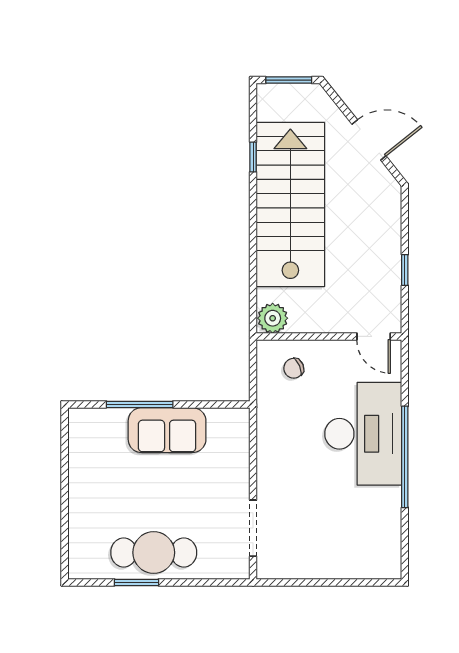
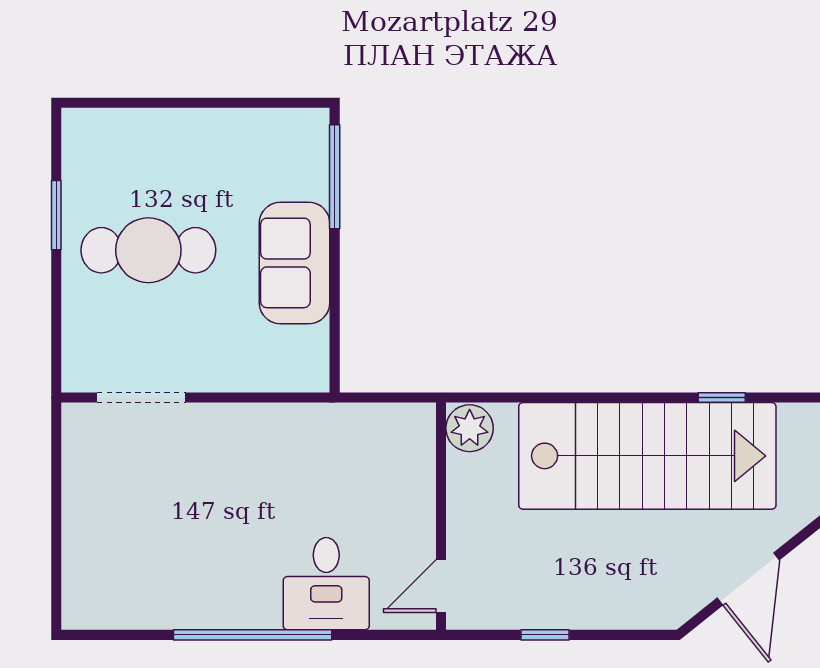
chair: (294, 368) -> (391, 461), removed
window: (140, 404) -> (335, 177), moved
desk: (363, 434) -> (326, 584), width x0.53, depth x0.77
cafe table: (154, 553) -> (148, 250), moved, turned 90

